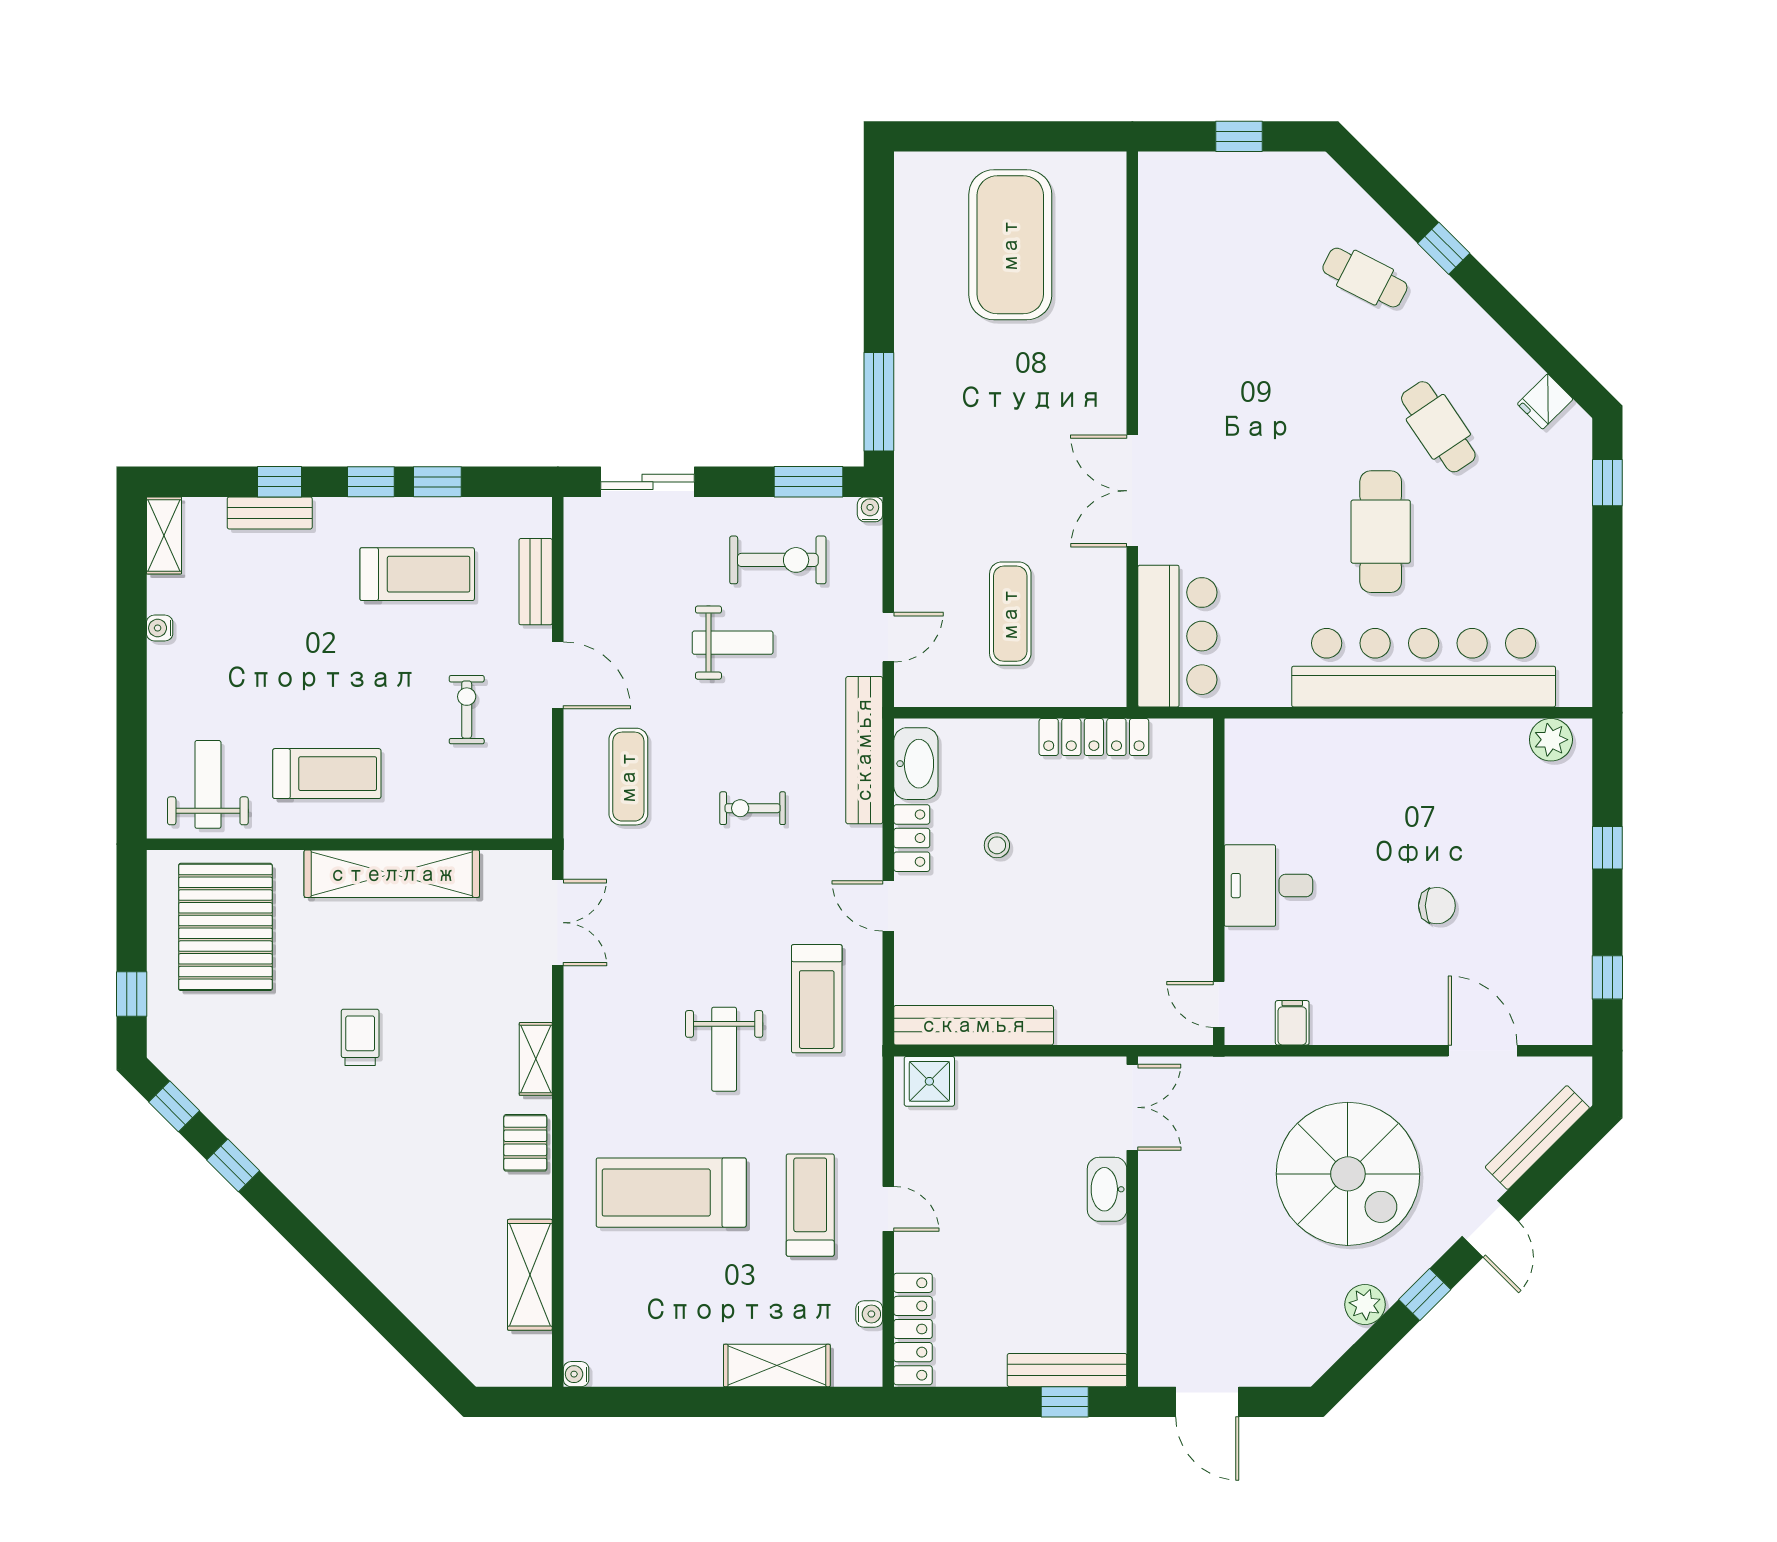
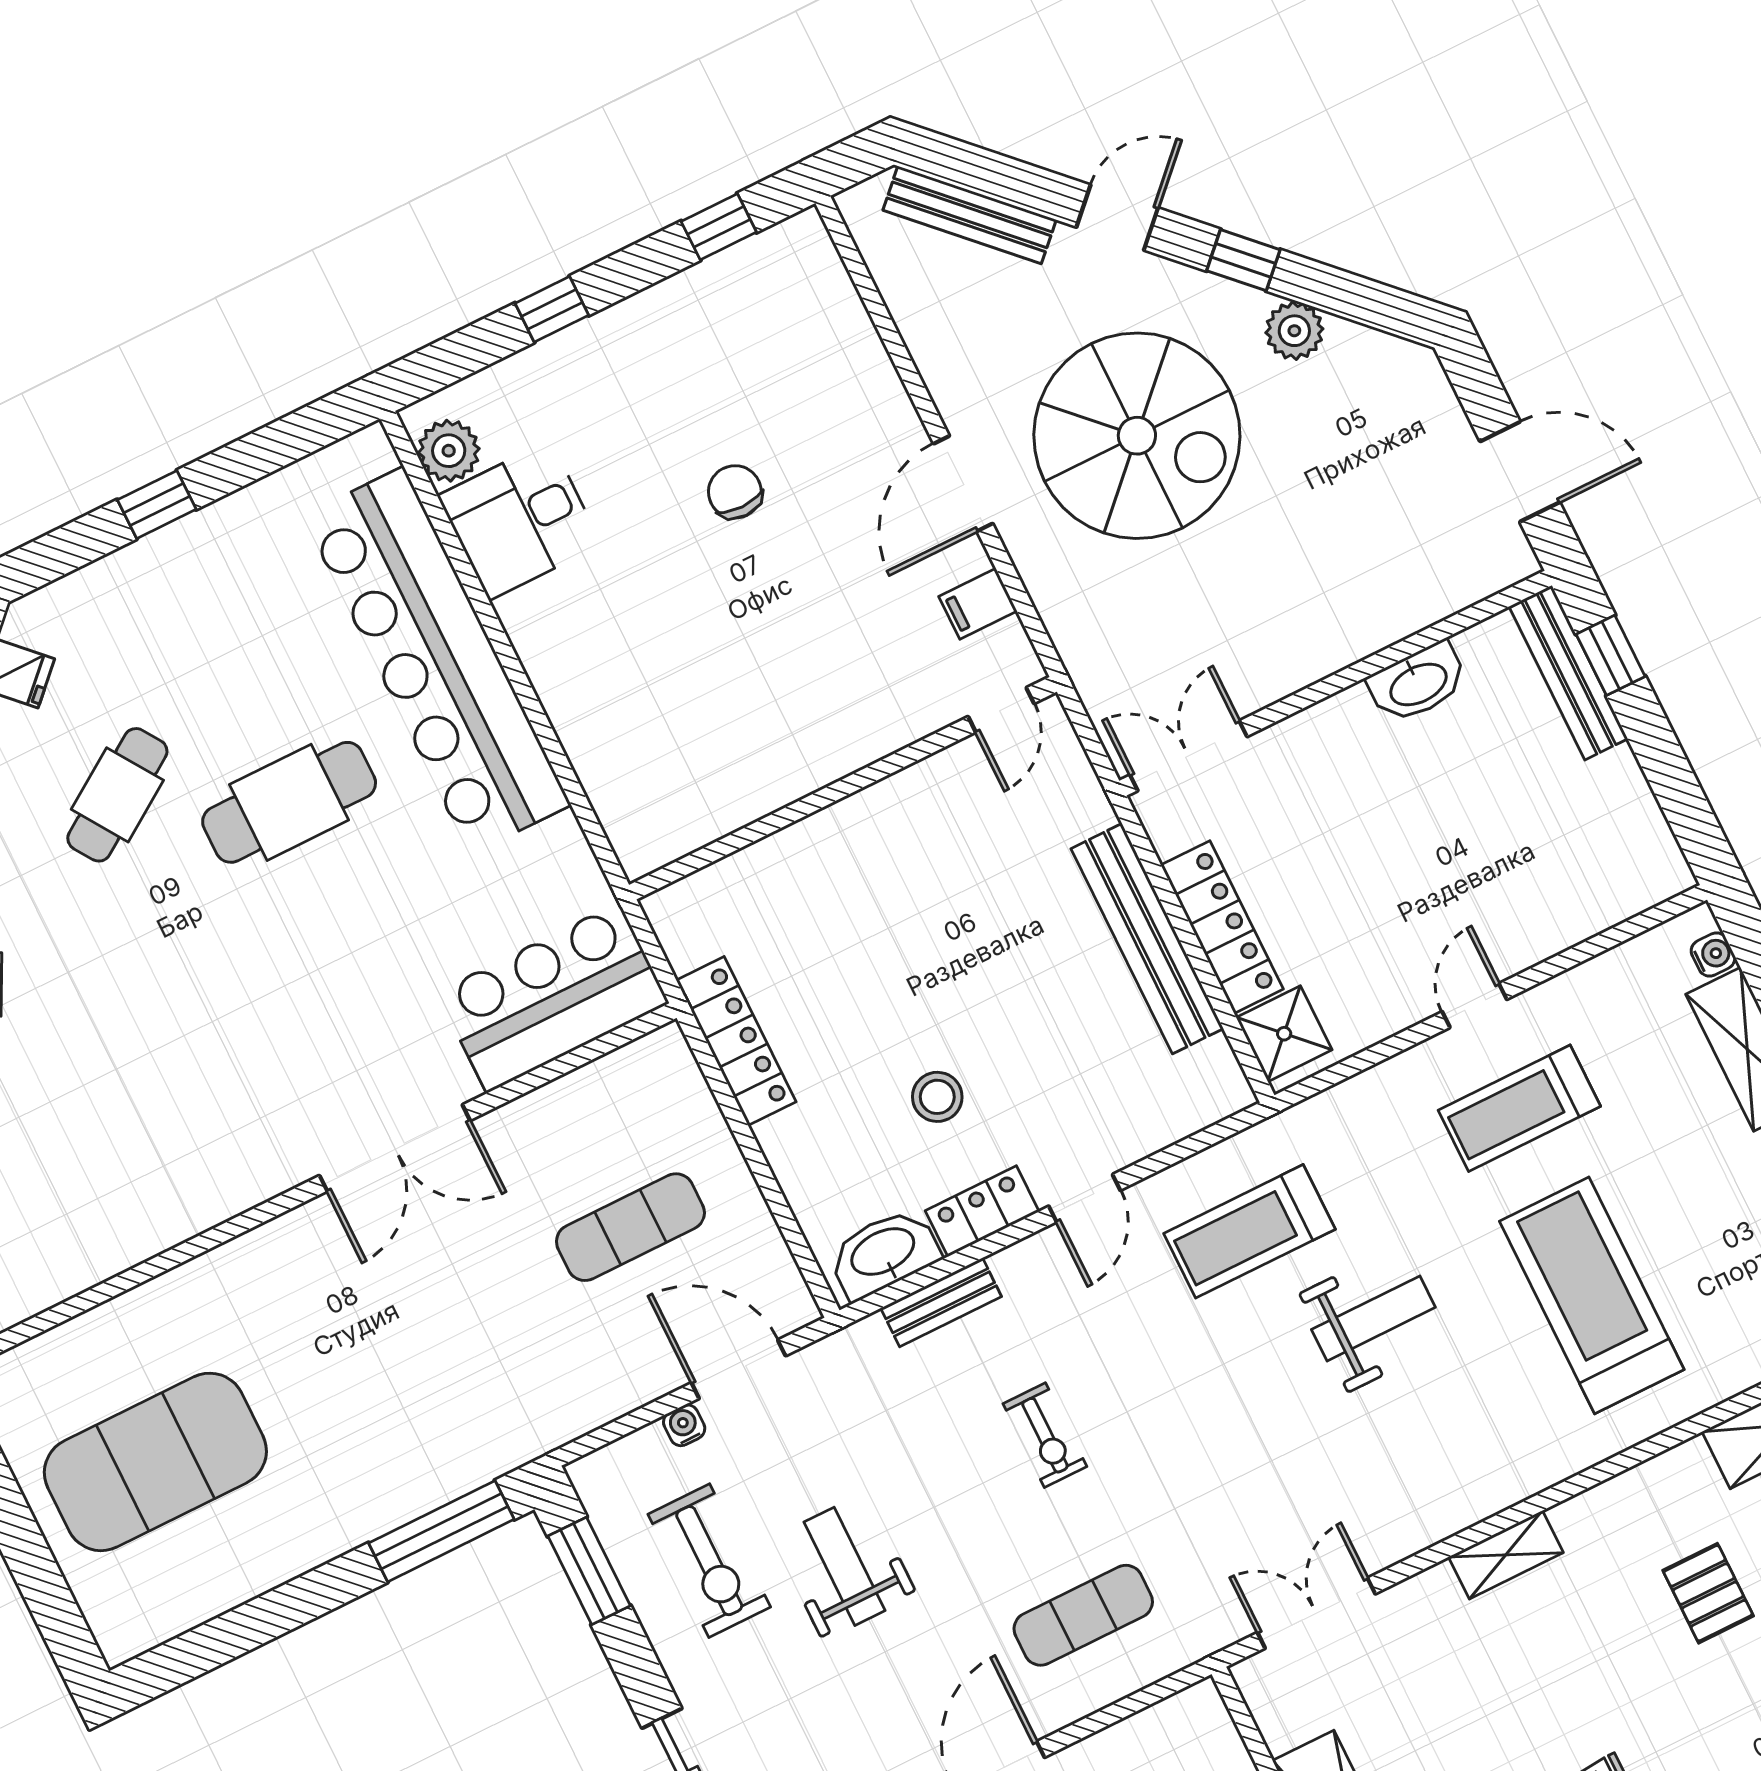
window: (1607, 483) -> (157, 505), moved
water cooler: (870, 509) -> (684, 1425), moved, turned 90
exercise bike: (778, 560) -> (709, 1561), turned 180
door: (888, 637) -> (738, 1369), width x1.38
bench: (864, 750) -> (941, 1302), width x0.54, depth x0.82
stool: (997, 845) -> (937, 1097), width x1.37, depth x1.37
desk: (1268, 886) -> (520, 520), moved, turned 90
treadmill: (817, 999) -> (1249, 1231), turned 180
bench: (974, 1025) -> (1147, 939), moved
door: (1483, 1051) -> (963, 484), moved
pallet: (525, 1143) -> (1708, 1593), moved, turned 90
spiral stairs: (1348, 1174) -> (1137, 436), turned 90
washbasin: (1107, 1189) -> (1418, 683), moved
treadmill: (671, 1193) -> (1592, 1295), turned 180
water cooler: (869, 1314) -> (1713, 954), moved, turned 90
locker: (913, 1329) -> (1222, 927), moved, turned 90
door: (1207, 1402) -> (1520, 472), hinge flipped

